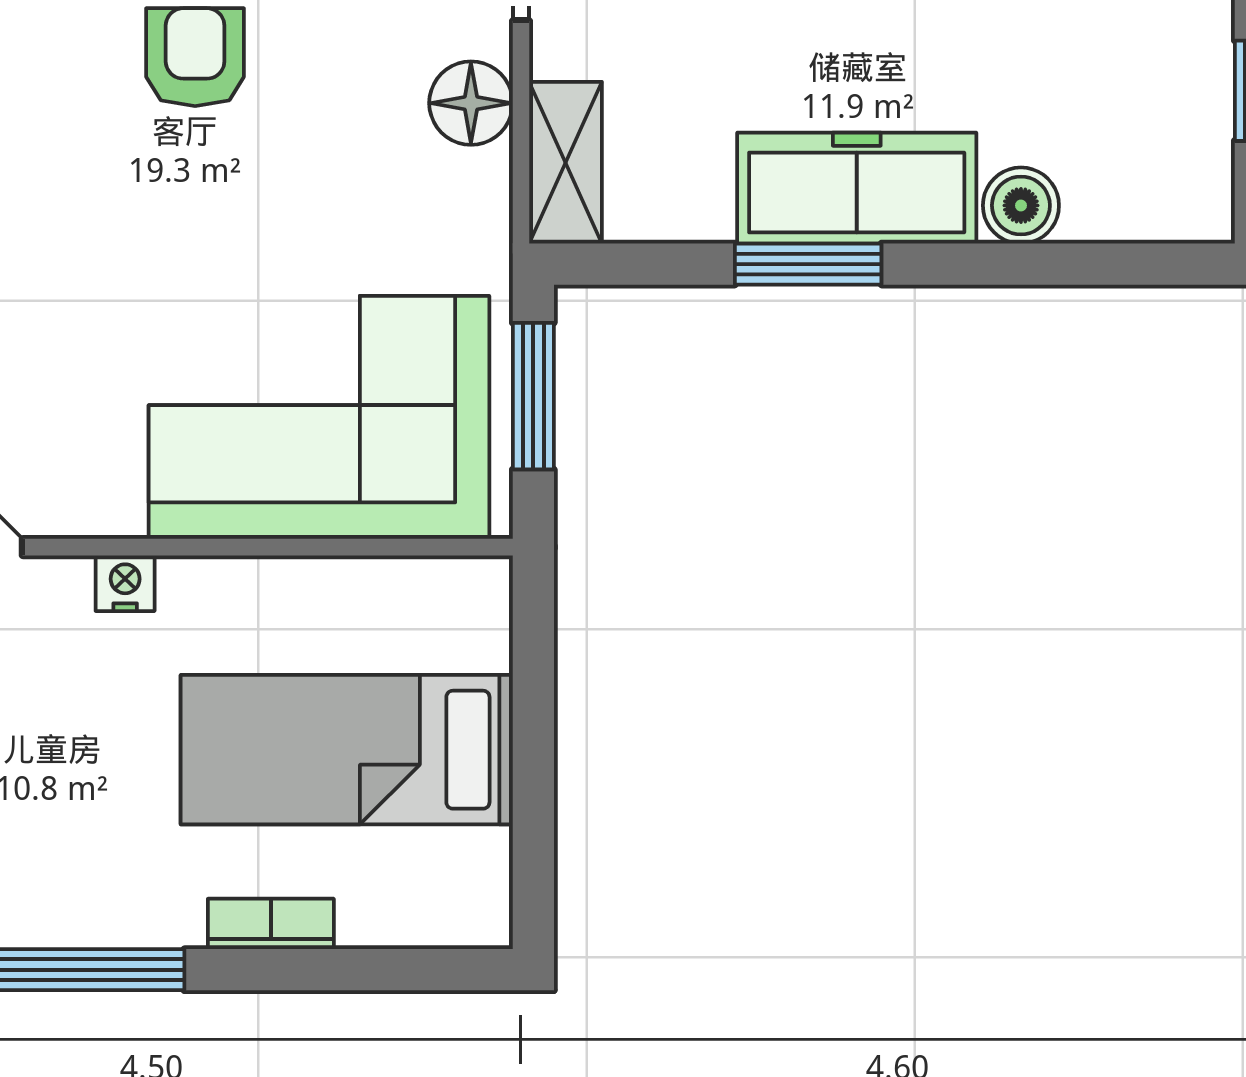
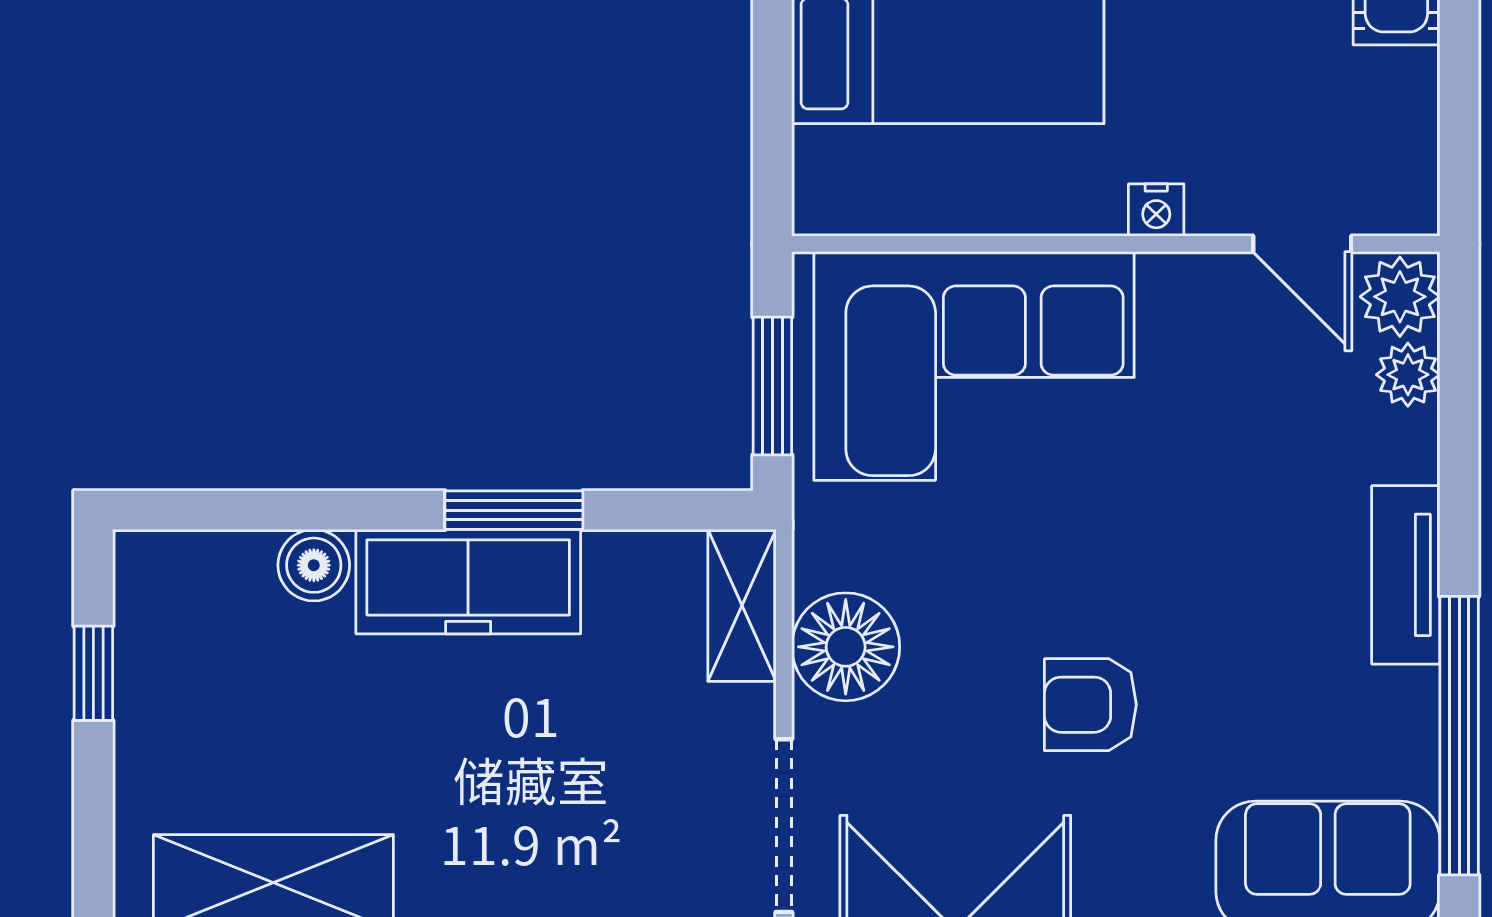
armchair: (195, 57) -> (1090, 705), turned 90
floor lamp: (471, 103) -> (846, 647), width x1.38, depth x1.38

